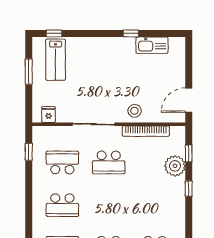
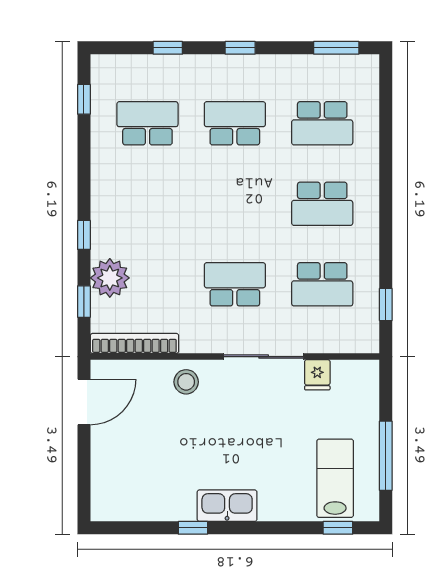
kitchen sink: (152, 45) -> (227, 506), moved
window: (29, 72) -> (386, 456), width x1.44
fridge: (48, 115) -> (317, 375), moved
bookcase: (146, 131) -> (134, 343), moved
school desk: (62, 205) -> (322, 204), turned 180

